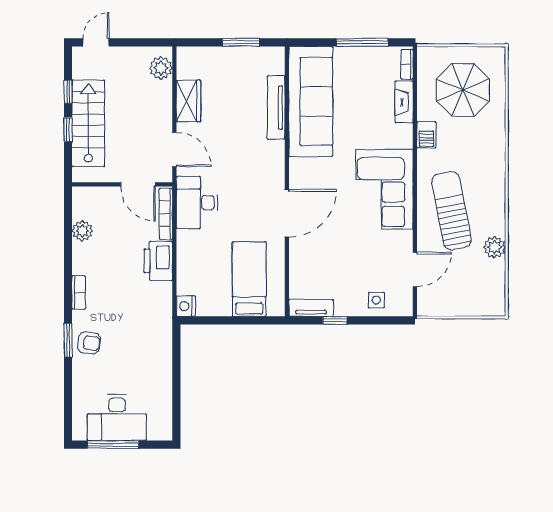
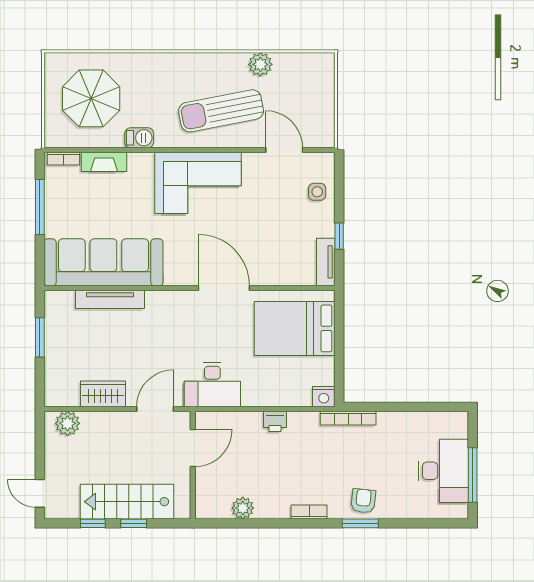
bookcase: (166, 214) -> (348, 418), moved
printer: (158, 261) -> (275, 421), width x0.53, depth x0.68
bed: (249, 279) -> (295, 328), width x1.50

